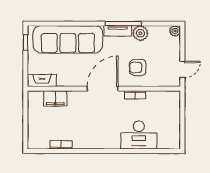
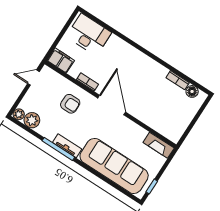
plant: (140, 33) -> (32, 120), moved
door: (103, 89) -> (112, 105), swing flipped
filing cabinet: (55, 98) -> (61, 60), moved
desk: (139, 135) -> (89, 34), moved
floor lamp: (43, 143) -> (192, 91), added

